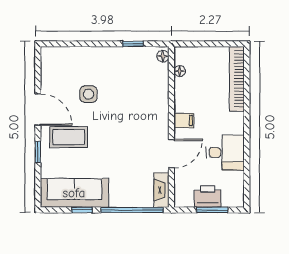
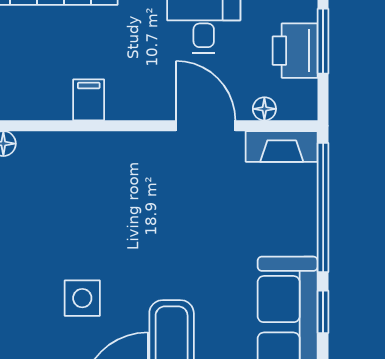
floor lamp: (180, 71) -> (264, 109), moved
filing cabinet: (184, 120) -> (89, 100), moved

